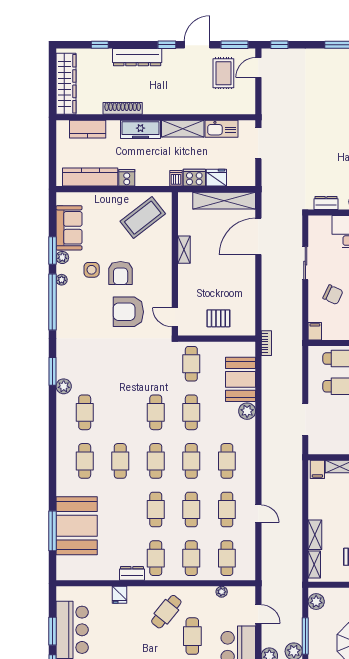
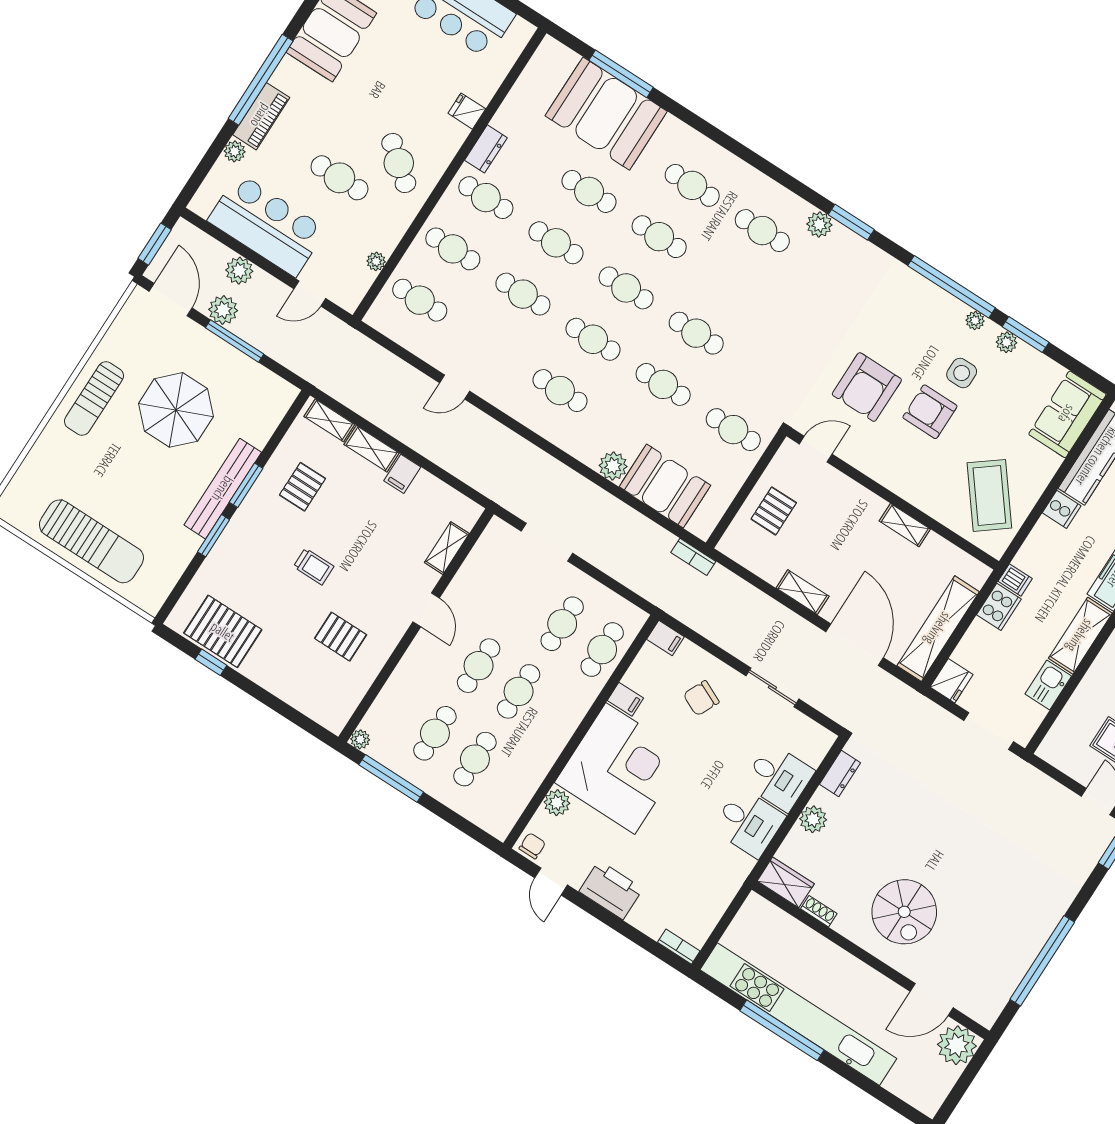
kitchen sink: (221, 129) -> (1048, 685), width x0.73
fridge: (216, 178) -> (951, 681), moved
sofa: (69, 228) -> (1067, 414), moved, turned 90
shelving: (249, 279) -> (803, 592), added
armchair: (128, 312) -> (867, 387), turned 180
filing cabinet: (317, 469) -> (402, 474), moved, turned -90
cafe table: (227, 510) -> (589, 191), moved
plant: (316, 602) -> (274, 389), removed

